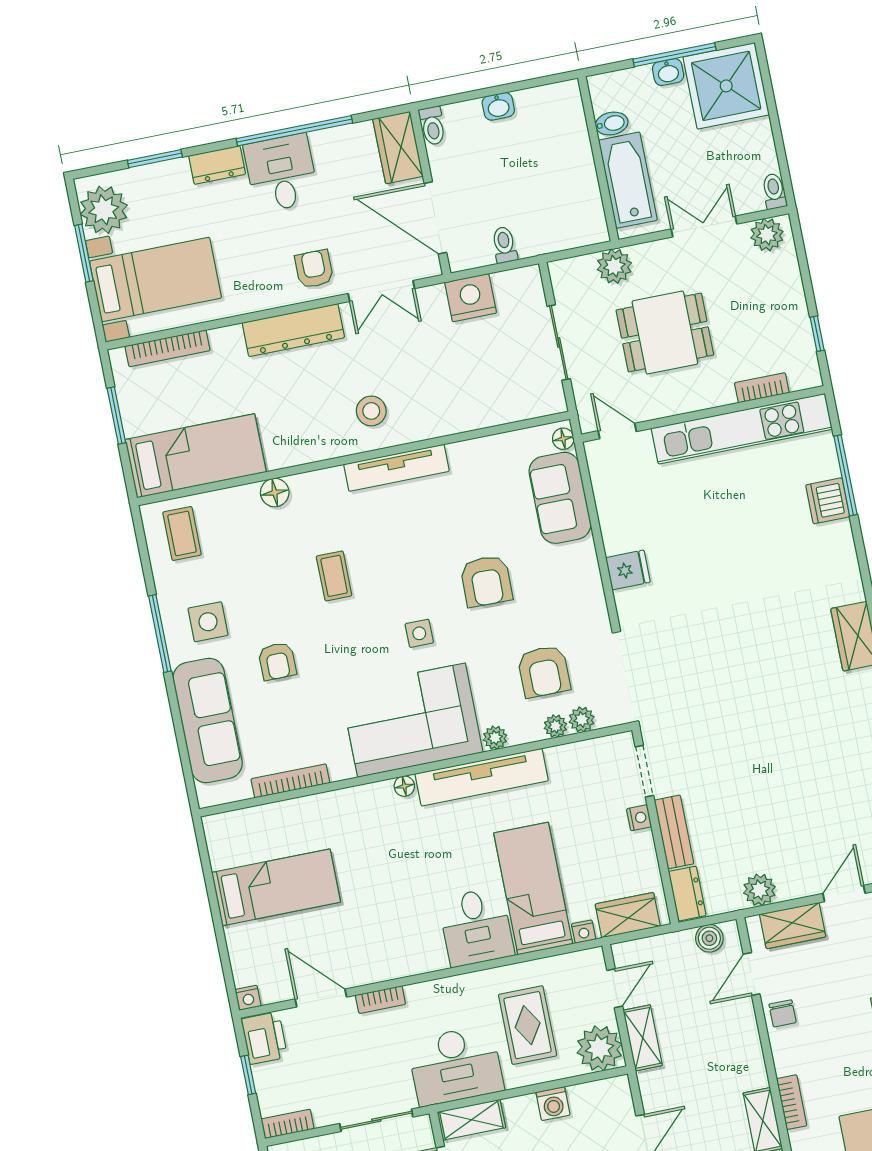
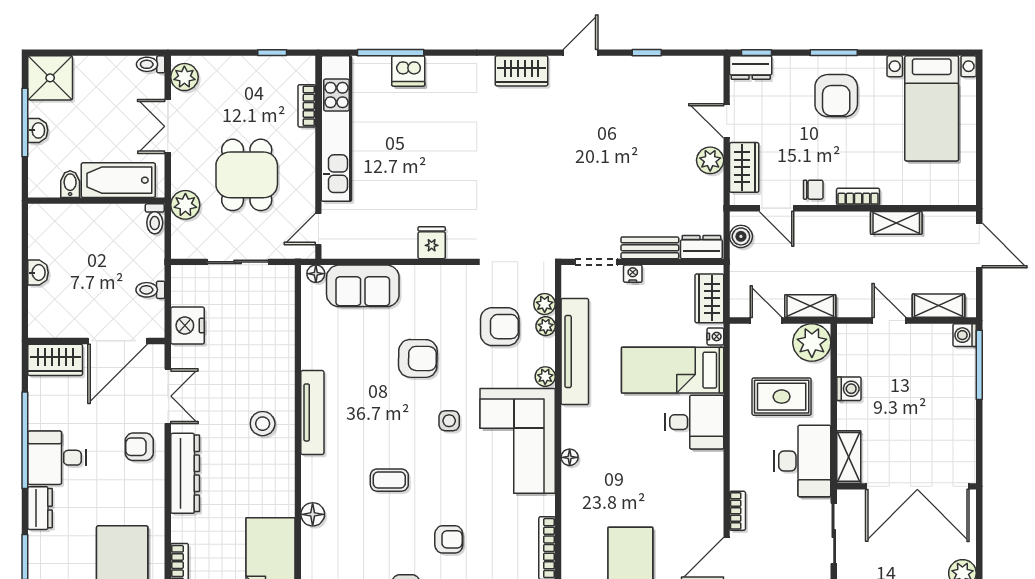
shower: (726, 86) -> (50, 78), width x0.73, depth x0.73
toilet: (432, 126) -> (155, 219), moved, turned 90
tv unit: (482, 777) -> (575, 352), moved
plant: (759, 890) -> (710, 160), moved
bookcase: (792, 1102) -> (858, 197), moved

